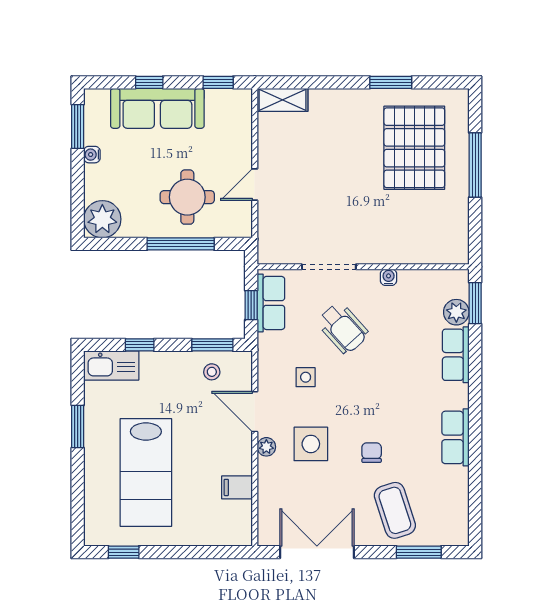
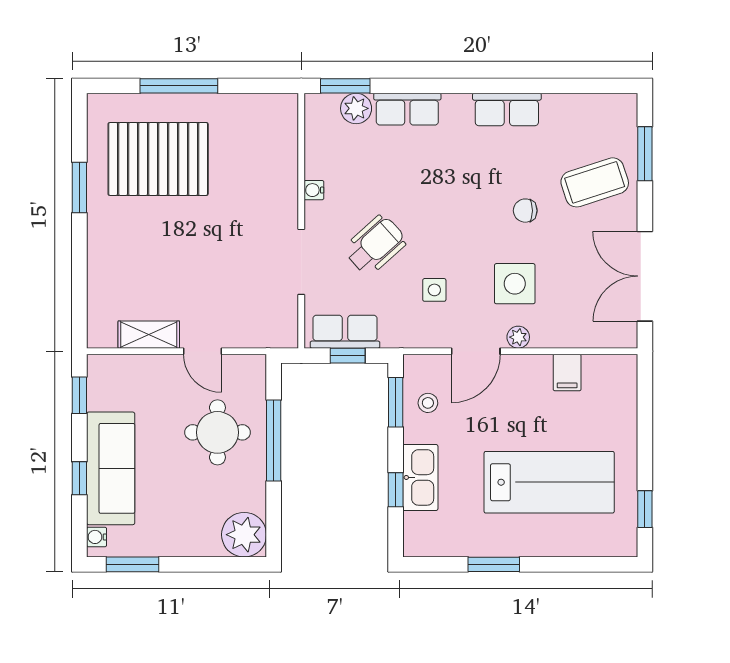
shelving: (283, 100) -> (149, 335), moved, turned 90
water cooler: (92, 155) -> (97, 537), moved, turned 90
kitchen sink: (111, 366) -> (420, 477), moved

